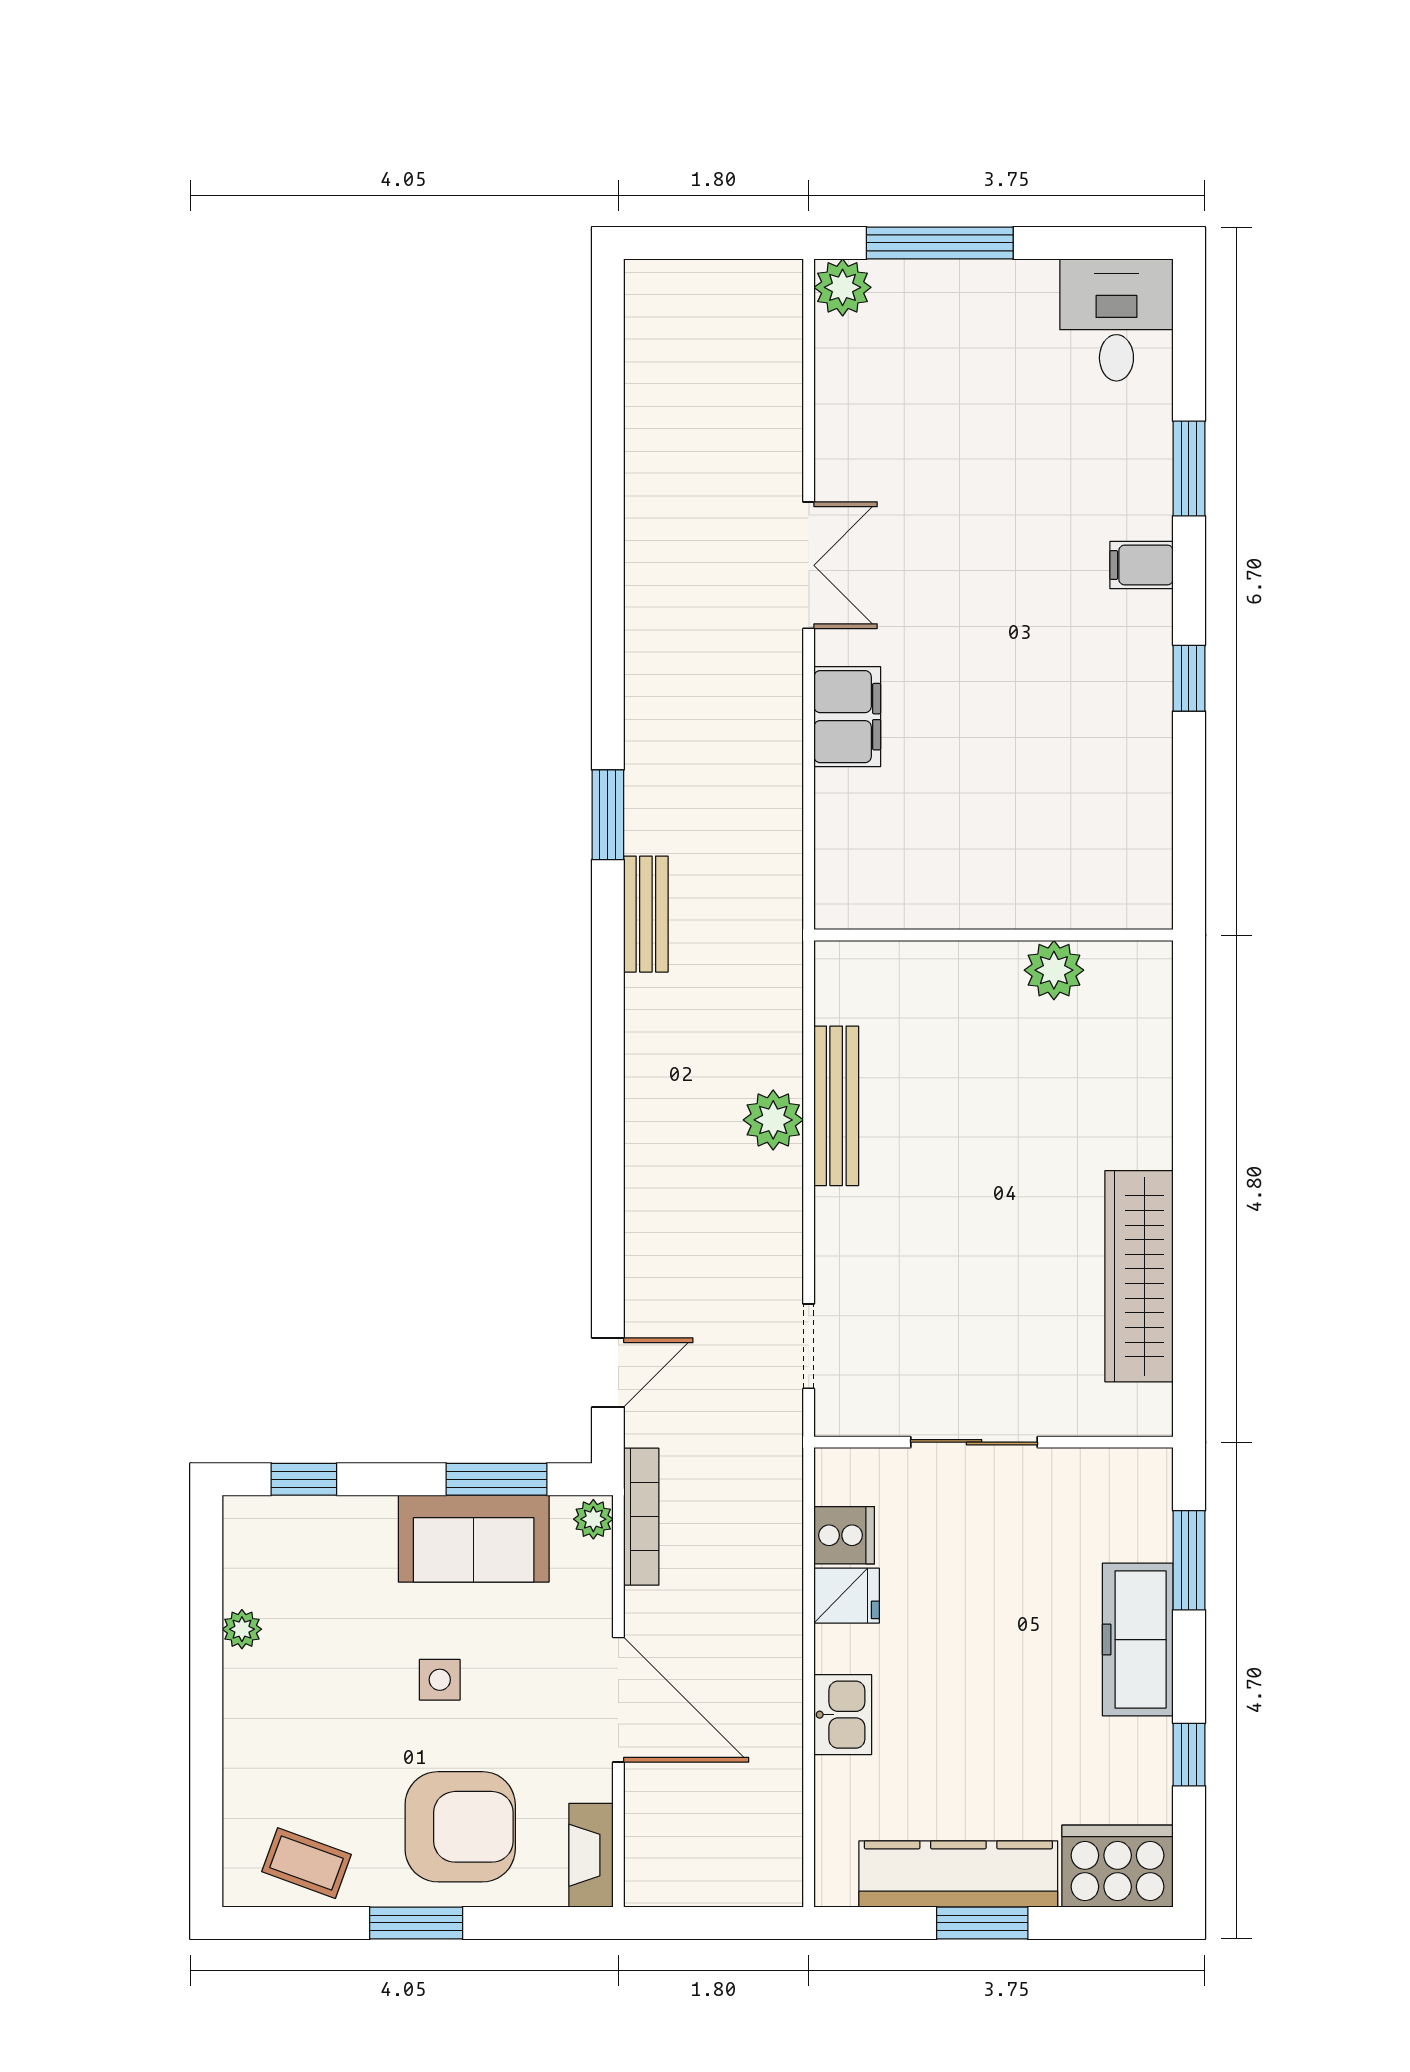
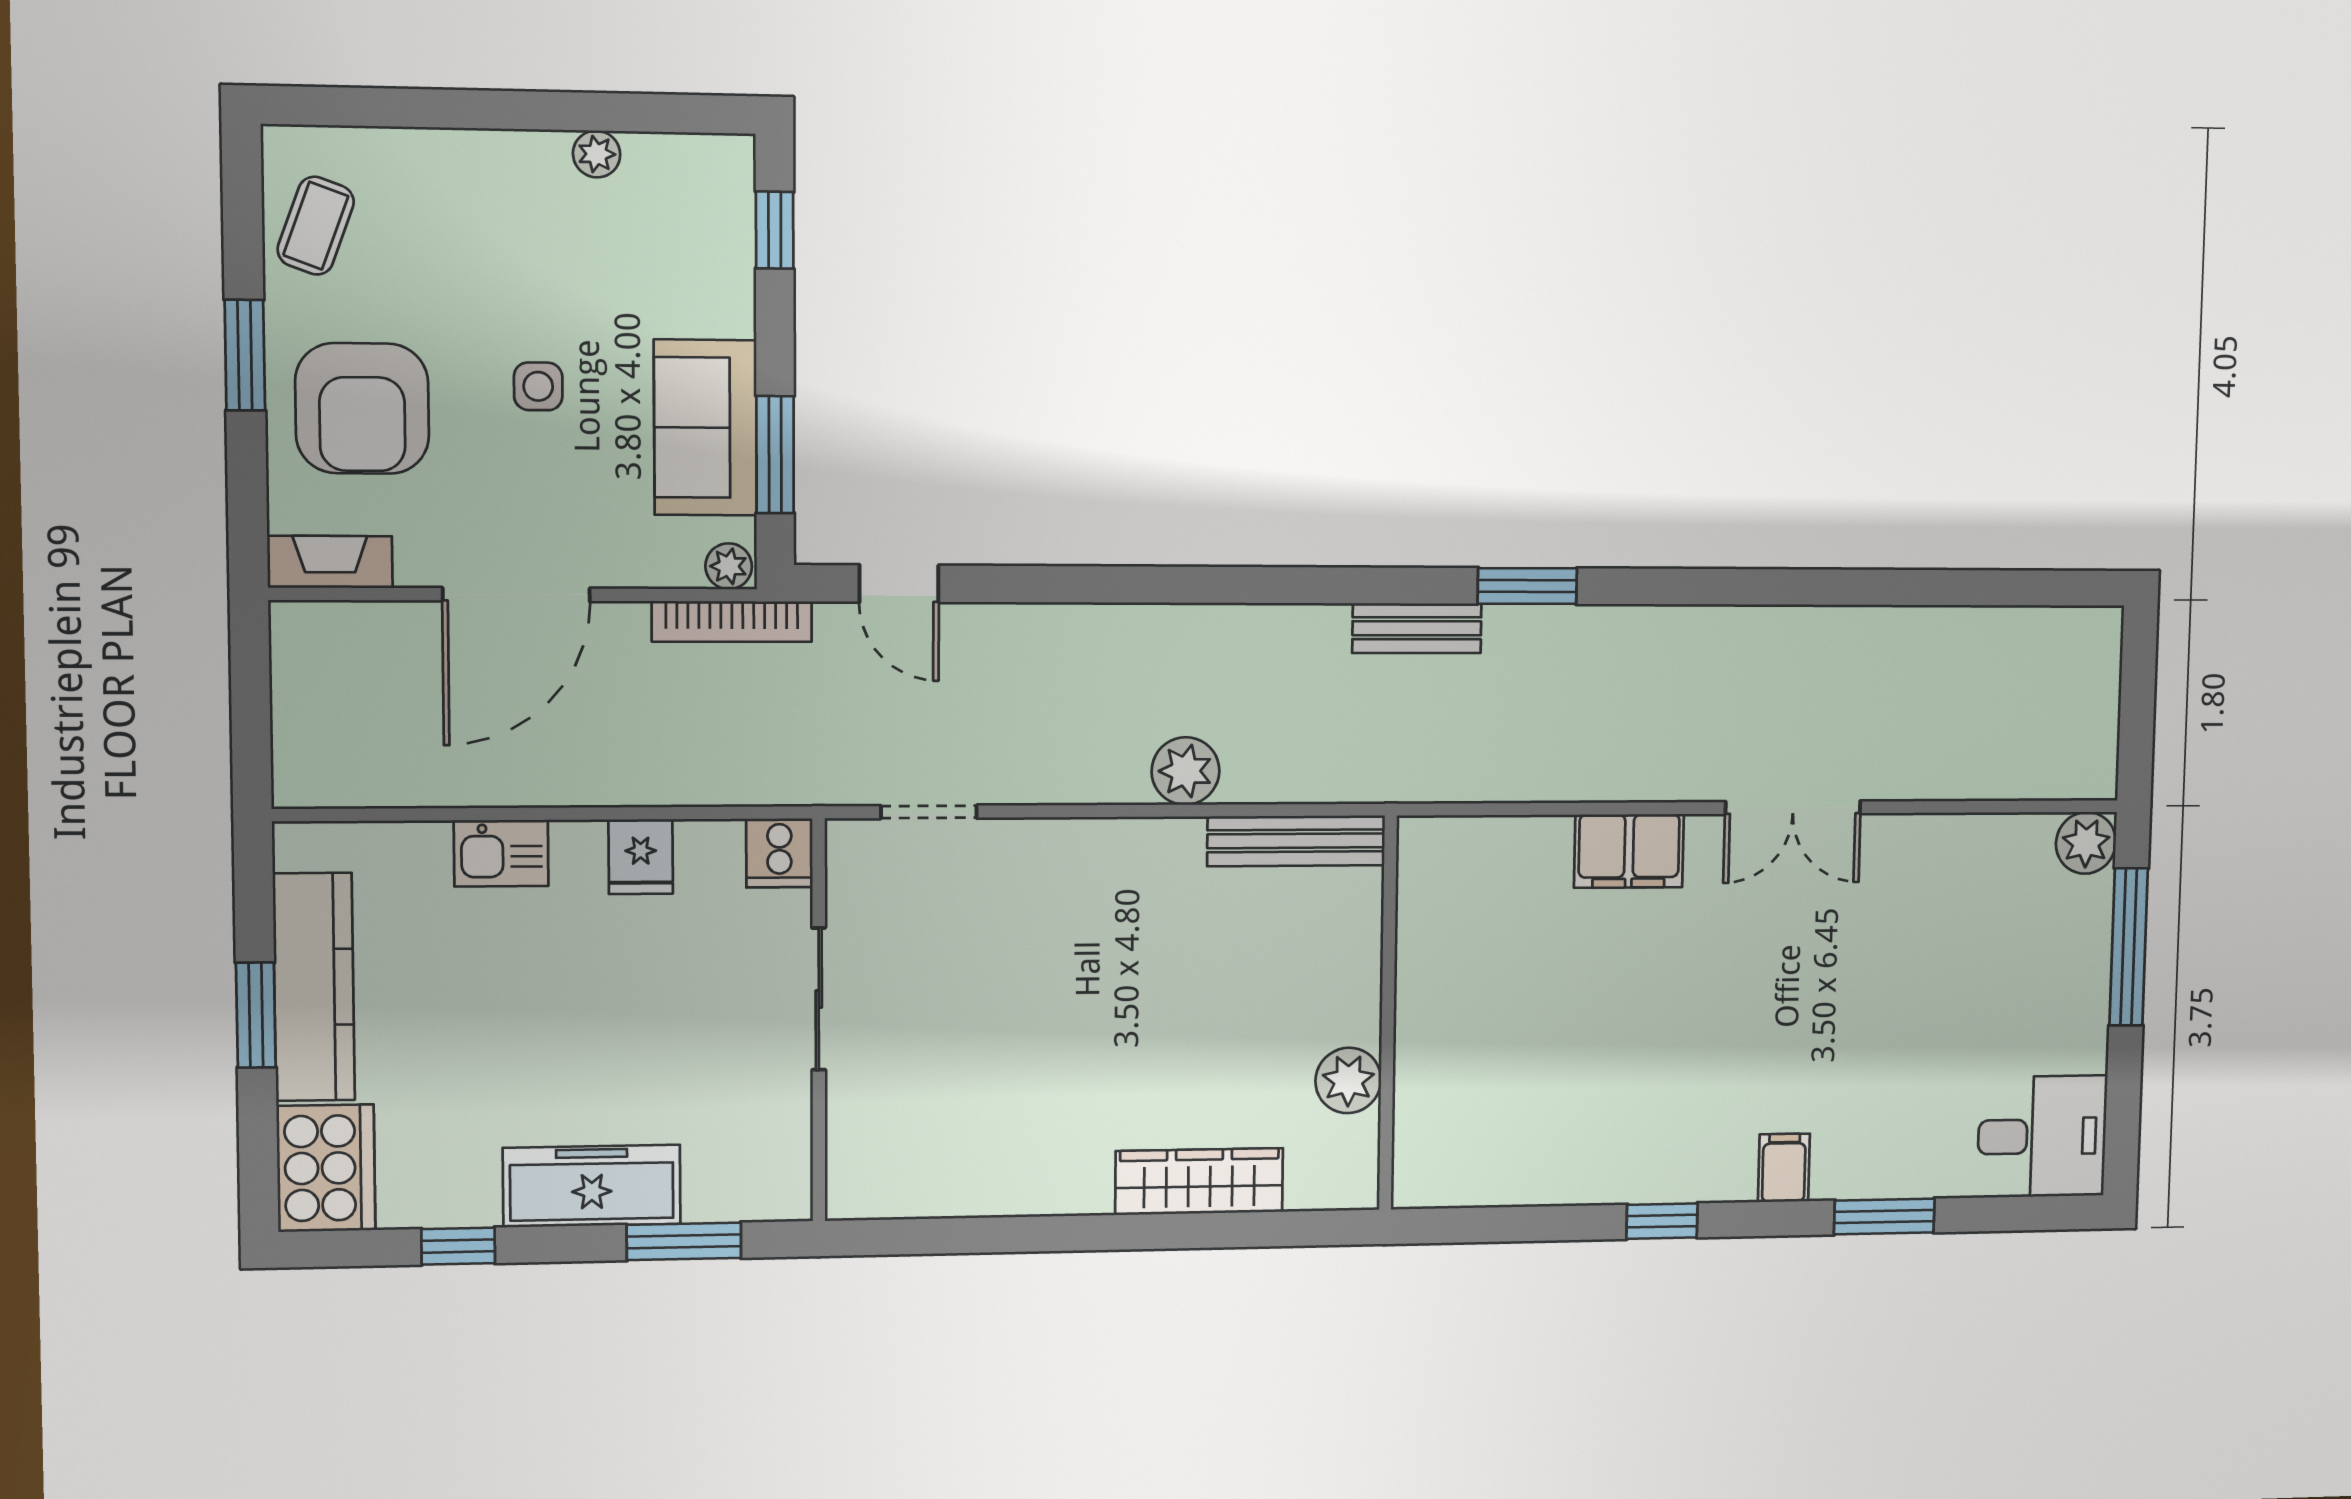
bench: (836, 1106) -> (1296, 841), moved
wardrobe: (1139, 1276) -> (1199, 1181), moved, width x0.71, depth x0.85
cooker: (844, 1535) -> (779, 853), moved

